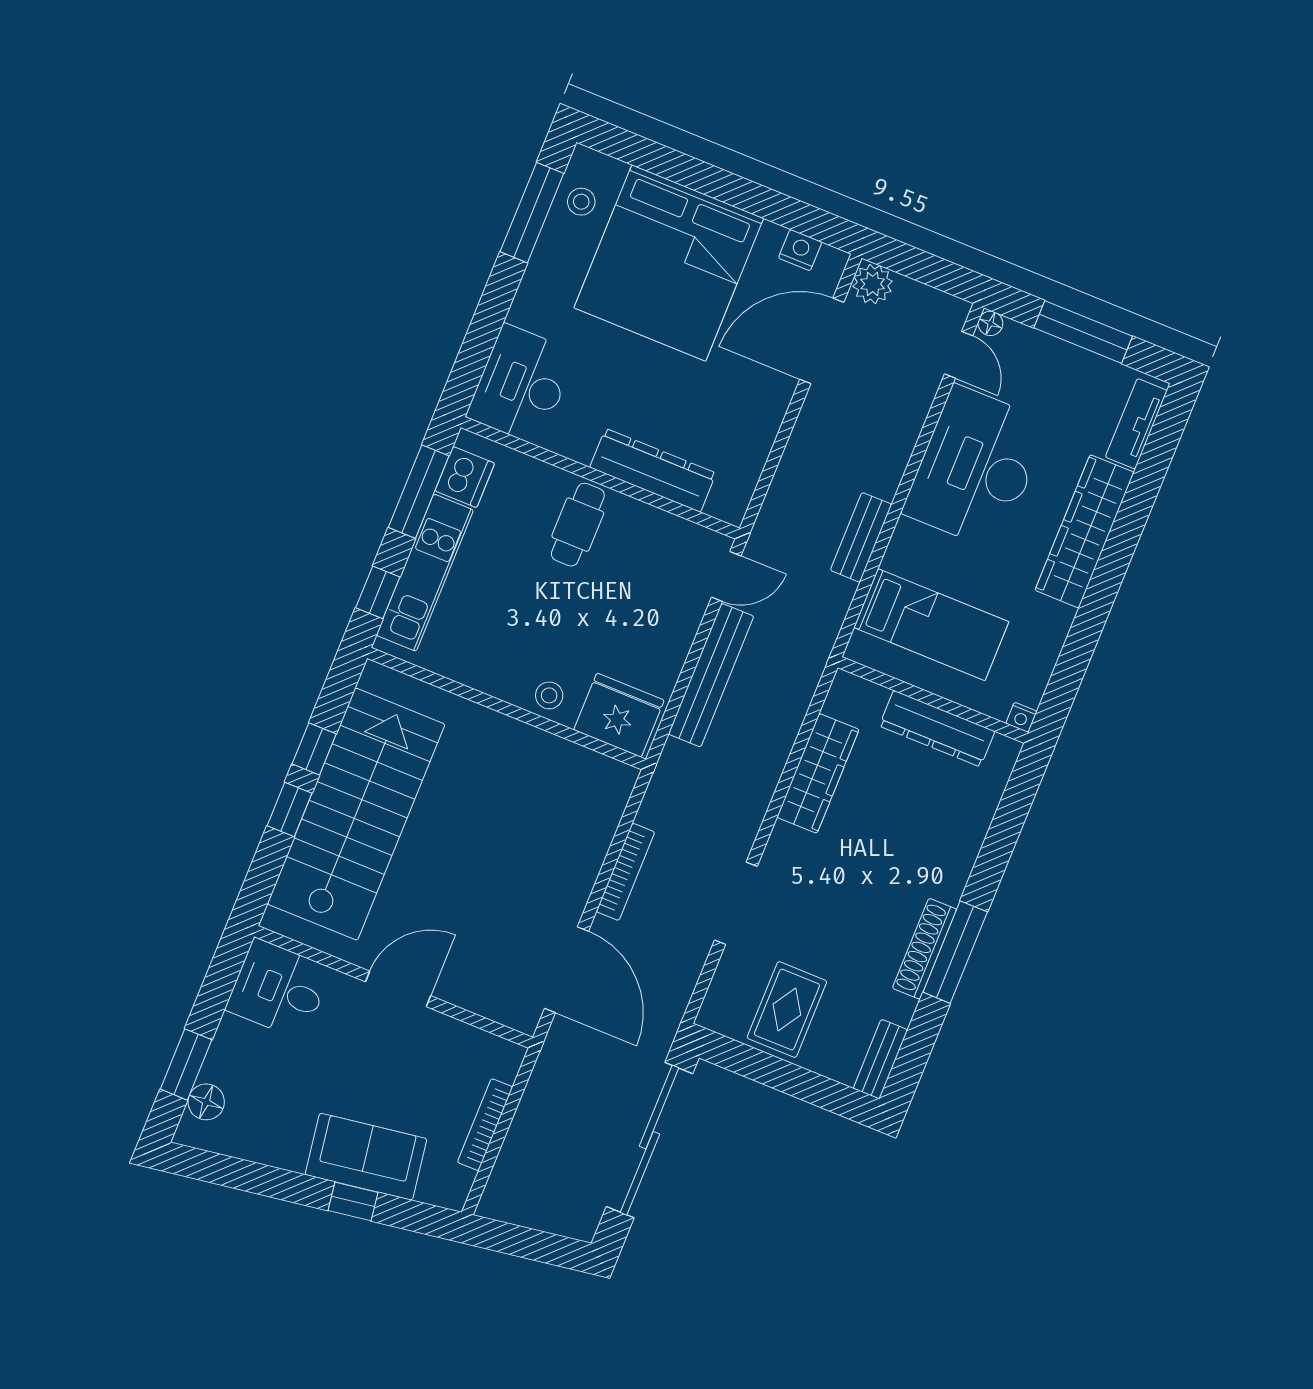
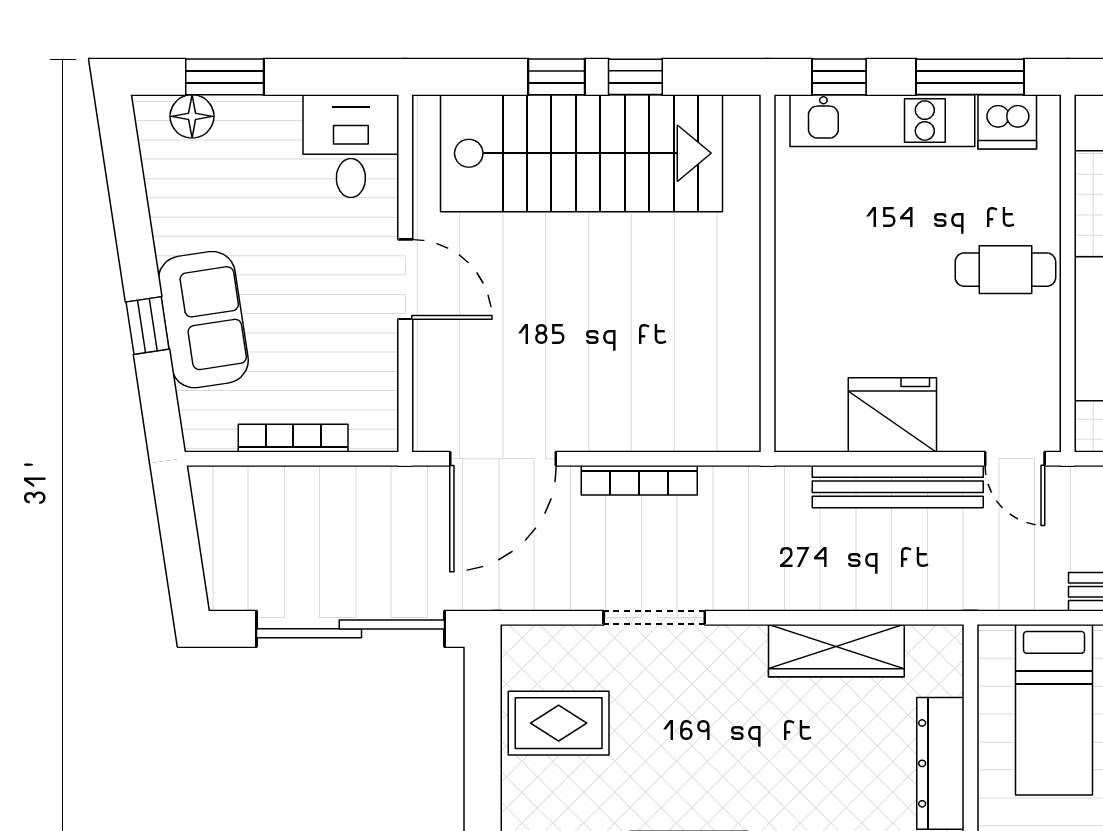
stool: (549, 695) -> (802, 315), removed
fridge: (619, 715) -> (892, 415), moved, turned -90

